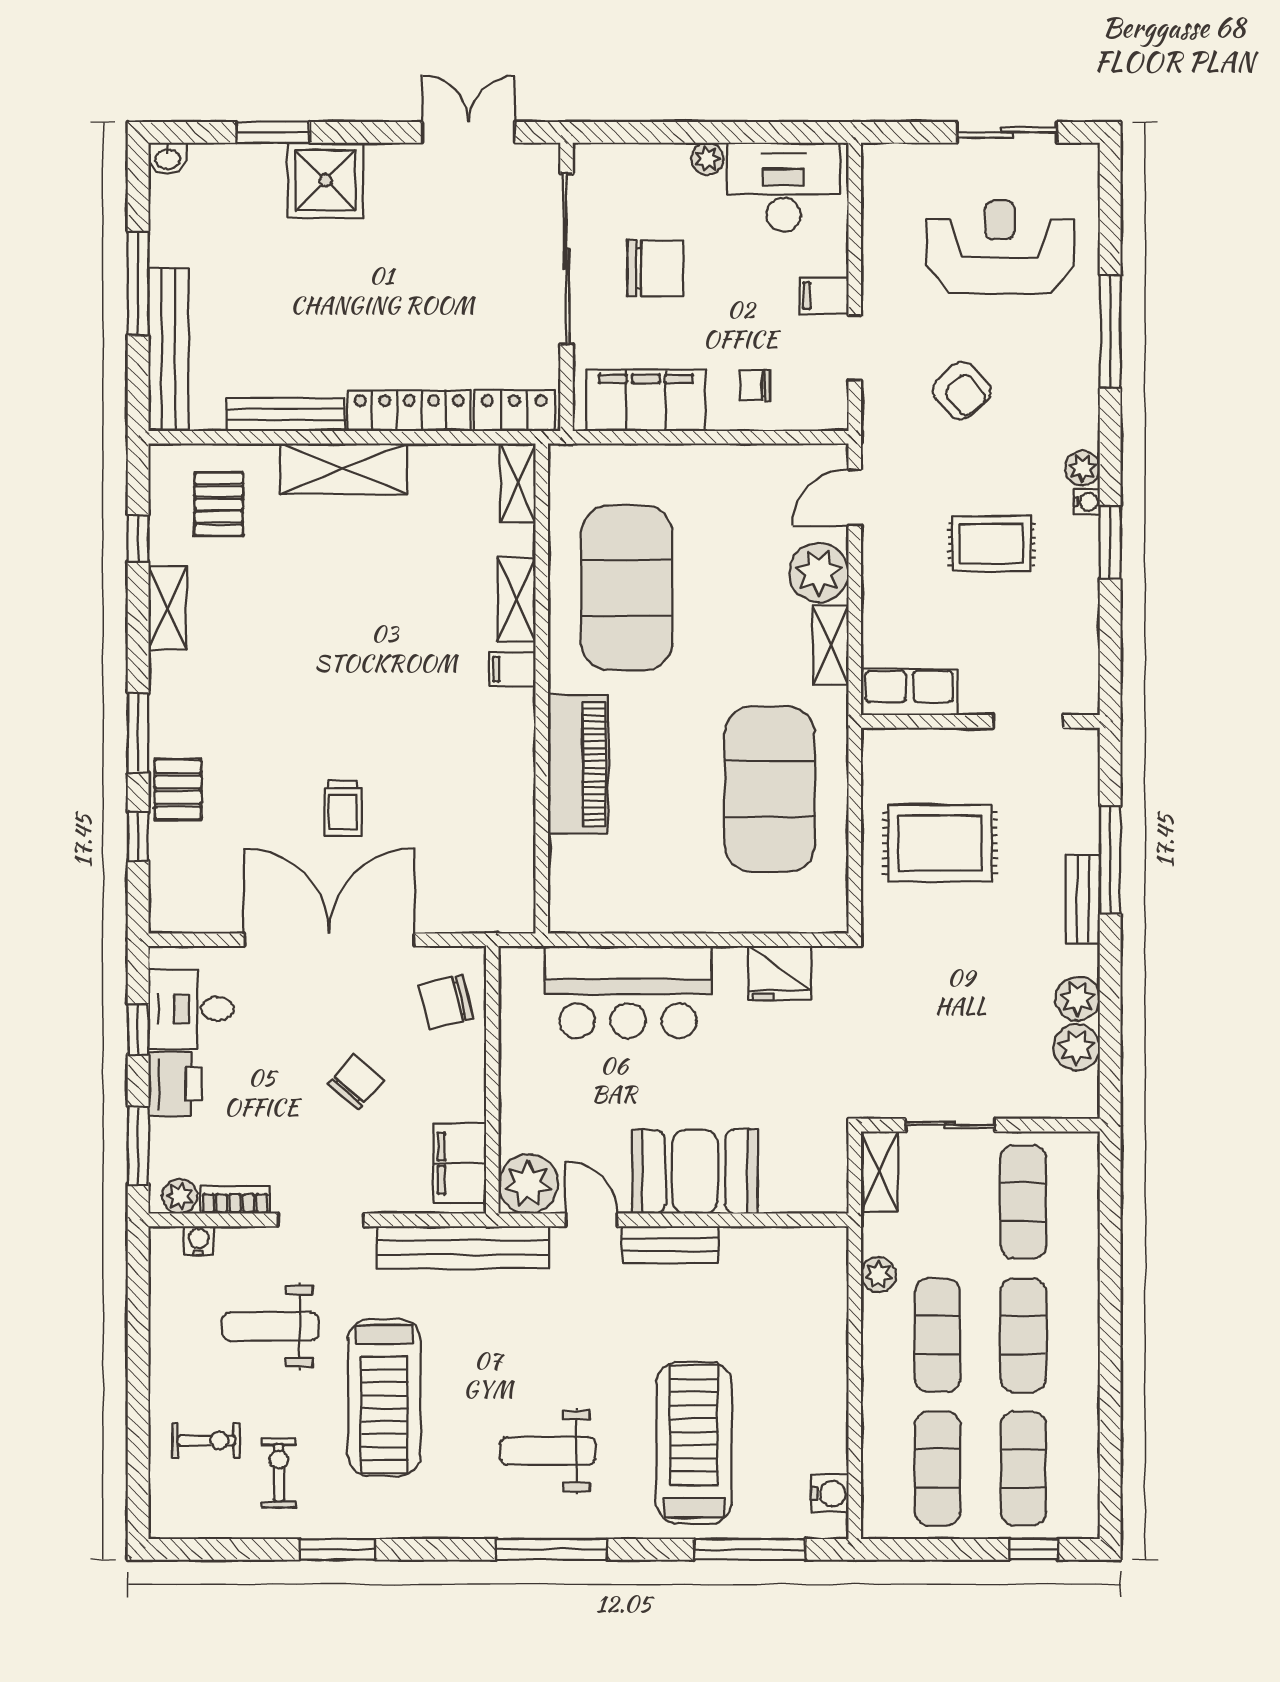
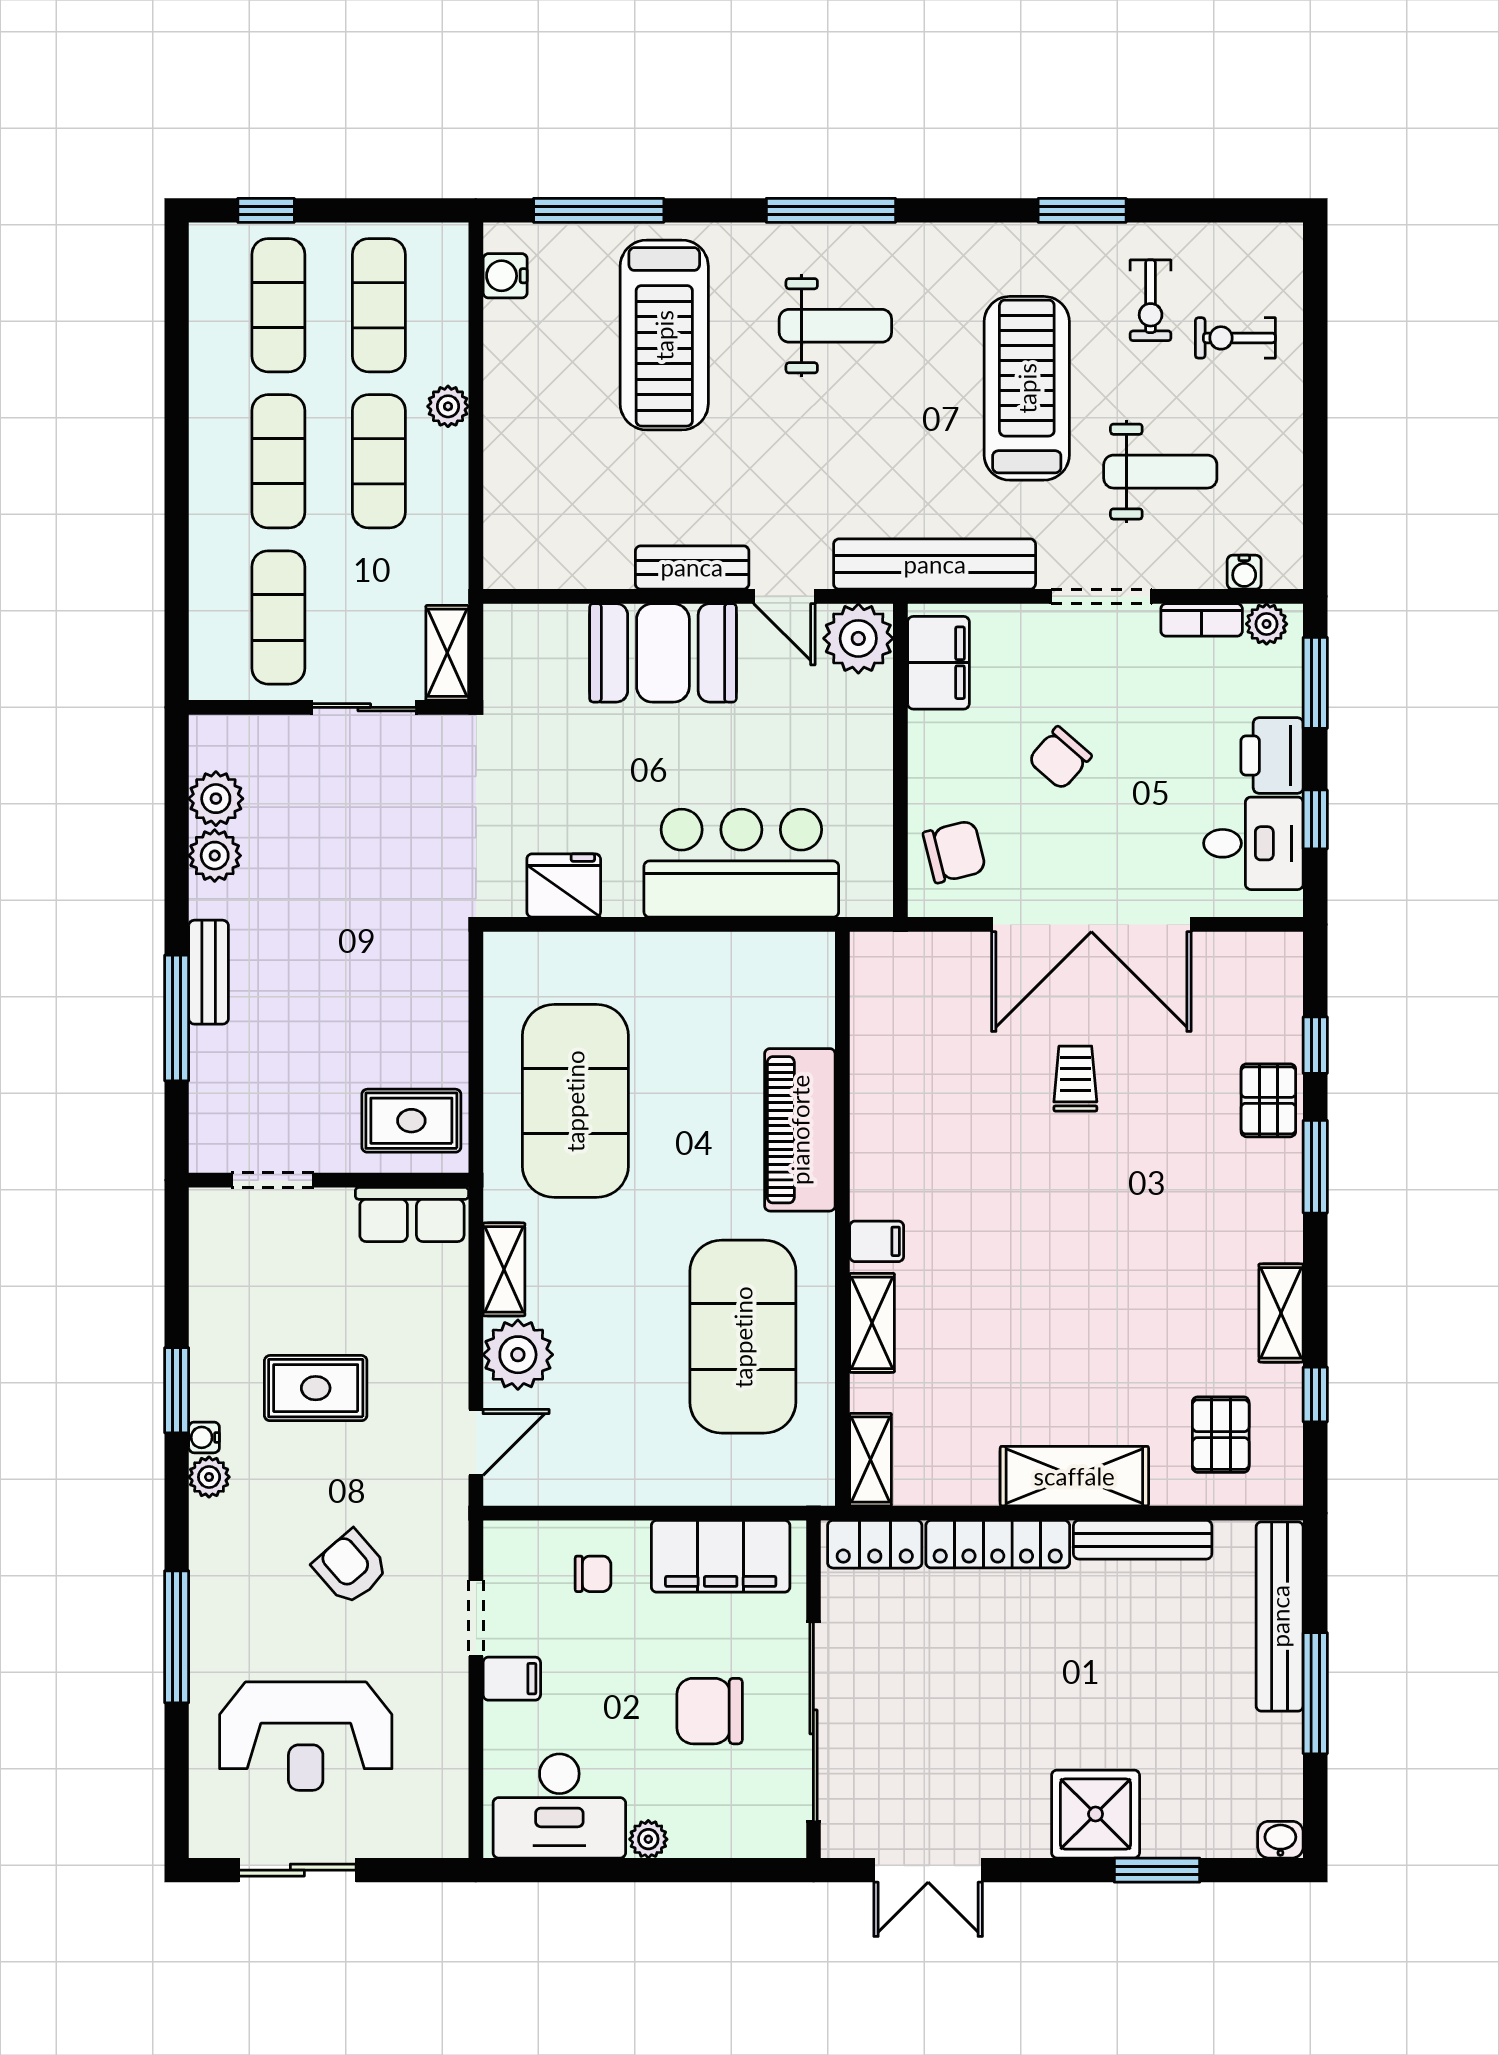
rug: (940, 843) -> (411, 1121), moved, width x0.73, depth x0.70
plant: (878, 1275) -> (448, 406), moved

